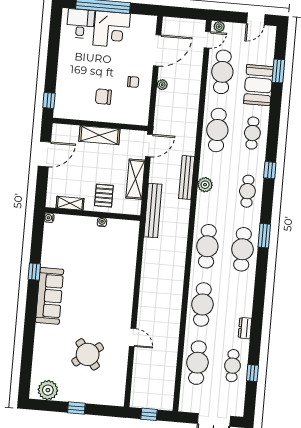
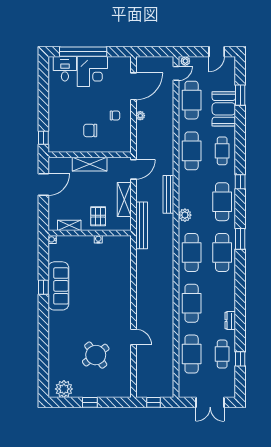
plant: (205, 185) -> (185, 215), moved
cafe table: (247, 191) -> (222, 202), width x1.37, depth x1.35
sofa: (50, 296) -> (58, 286), moved

